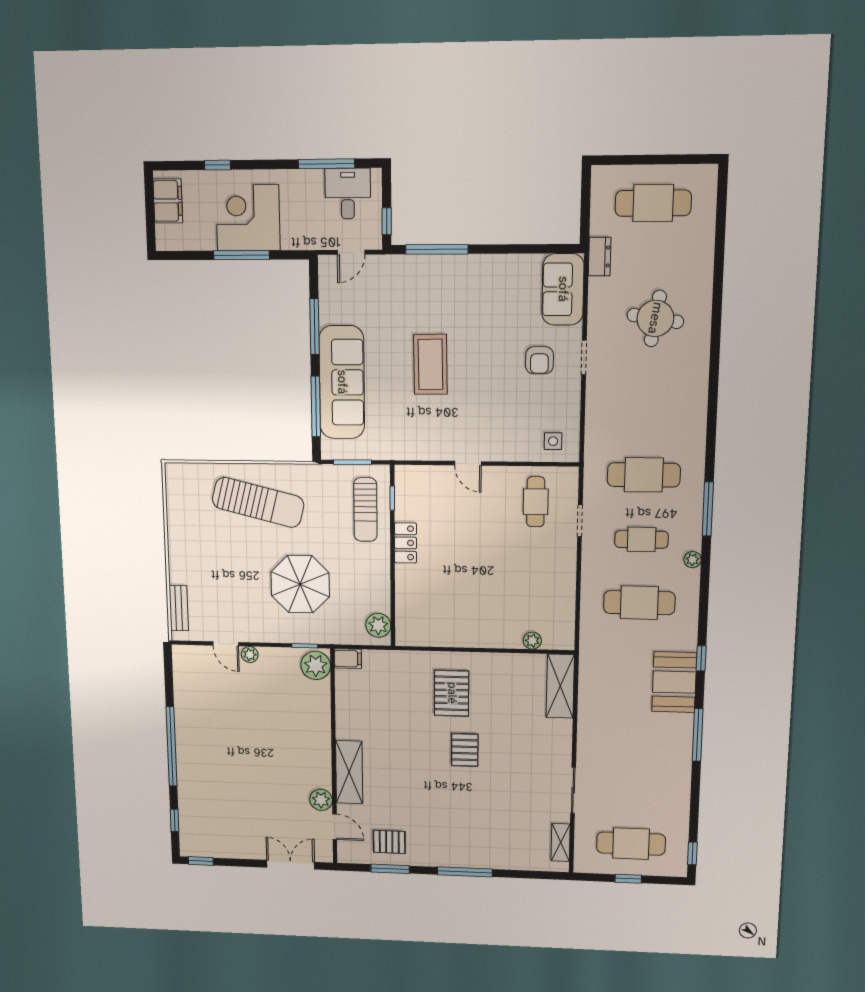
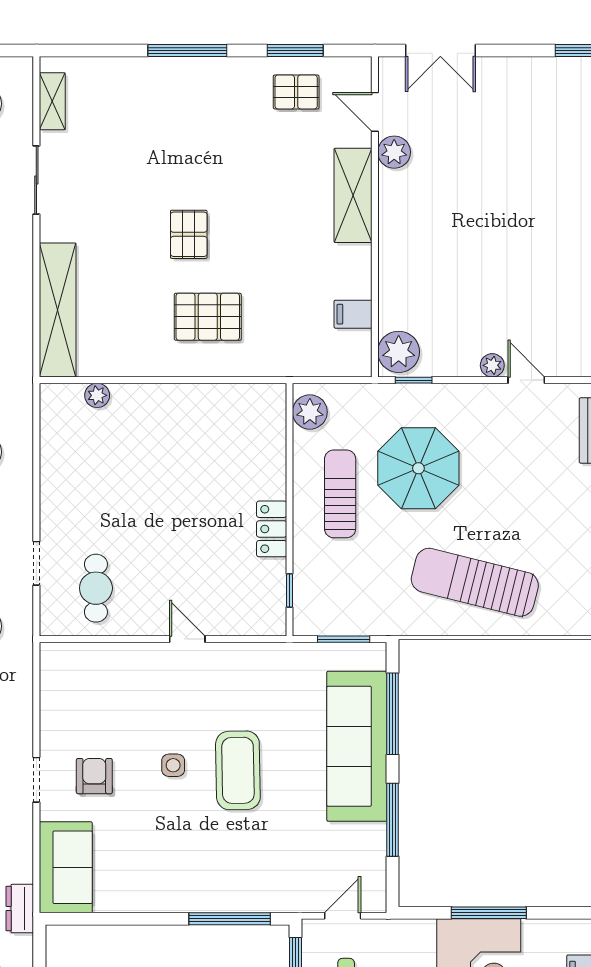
side table: (553, 441) -> (173, 765), moved
sun lounger: (365, 510) -> (340, 494), moved
filing cabinet: (348, 659) -> (353, 314), moved
shelving: (560, 686) -> (58, 310), width x1.47
pallet: (452, 693) -> (208, 317), turned 90

